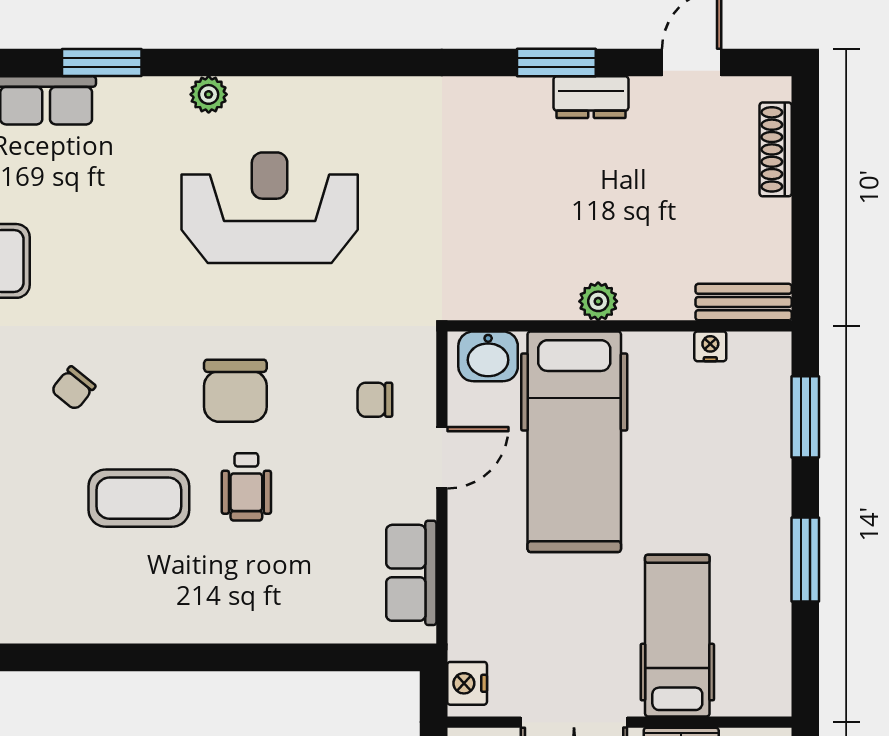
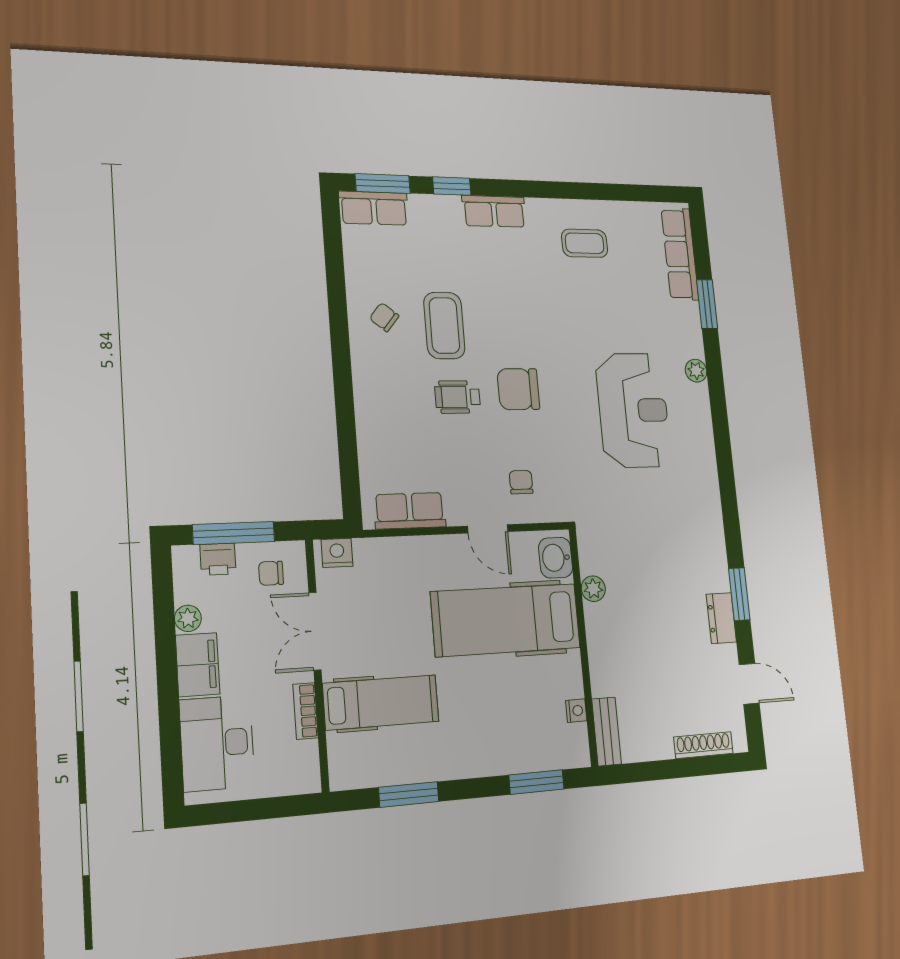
plant: (598, 301) -> (593, 589), moved
chair: (73, 388) -> (384, 317), moved
window: (805, 560) -> (409, 795), moved

